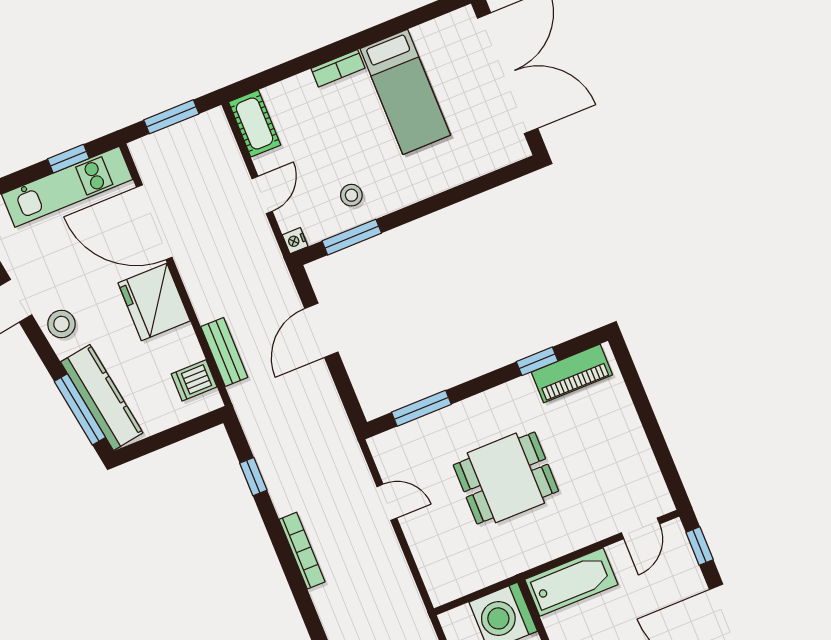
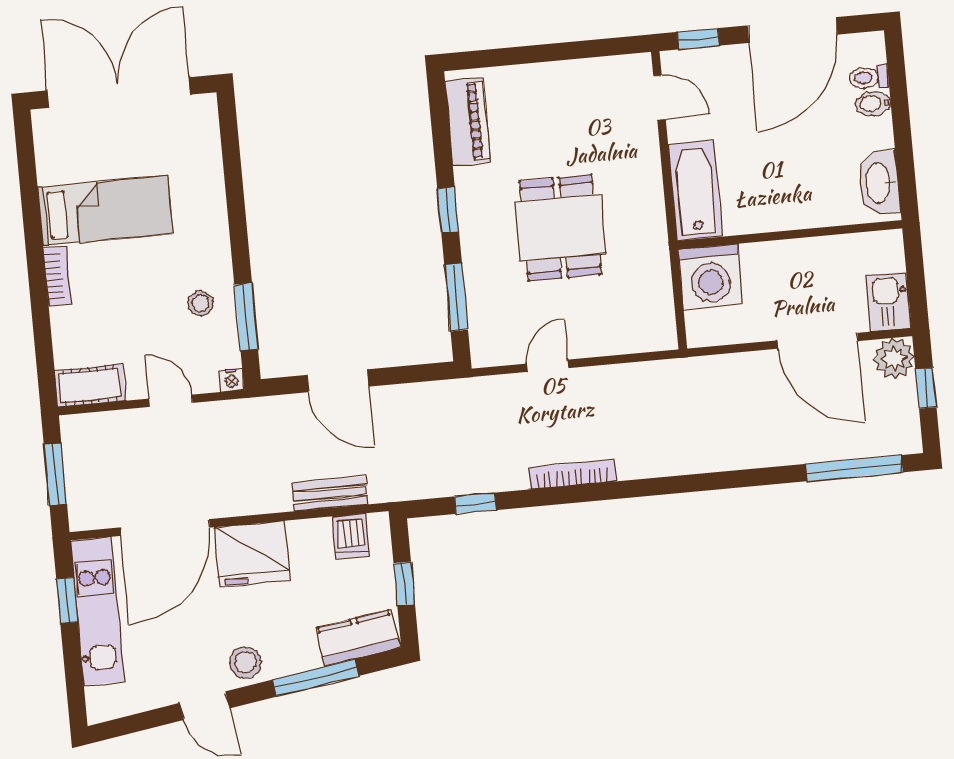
window: (537, 361) -> (448, 210), moved
kitchen counter: (102, 397) -> (358, 638), width x0.67
window: (80, 409) -> (316, 678), moved
window: (168, 437) -> (404, 584), added

